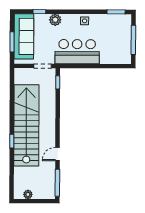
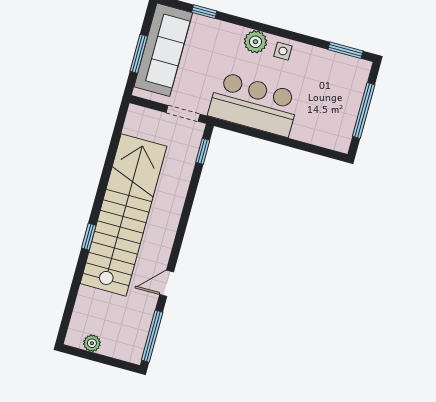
plant: (55, 20) -> (255, 42), moved

